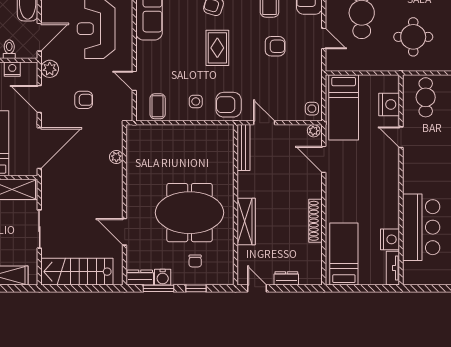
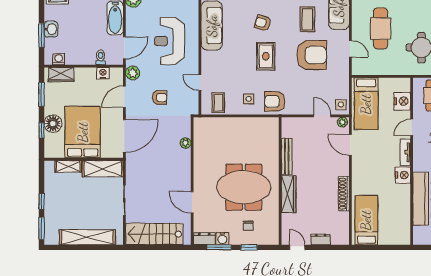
armchair: (275, 46) -> (312, 55), width x1.88, depth x1.88
door: (39, 99) -> (124, 97), hinge flipped
door: (264, 123) -> (322, 116), moved
door: (401, 137) -> (412, 127), hinge flipped
bench: (244, 148) -> (287, 156), moved
nightstand: (390, 239) -> (403, 175), moved
tv unit: (393, 268) -> (405, 152), moved

